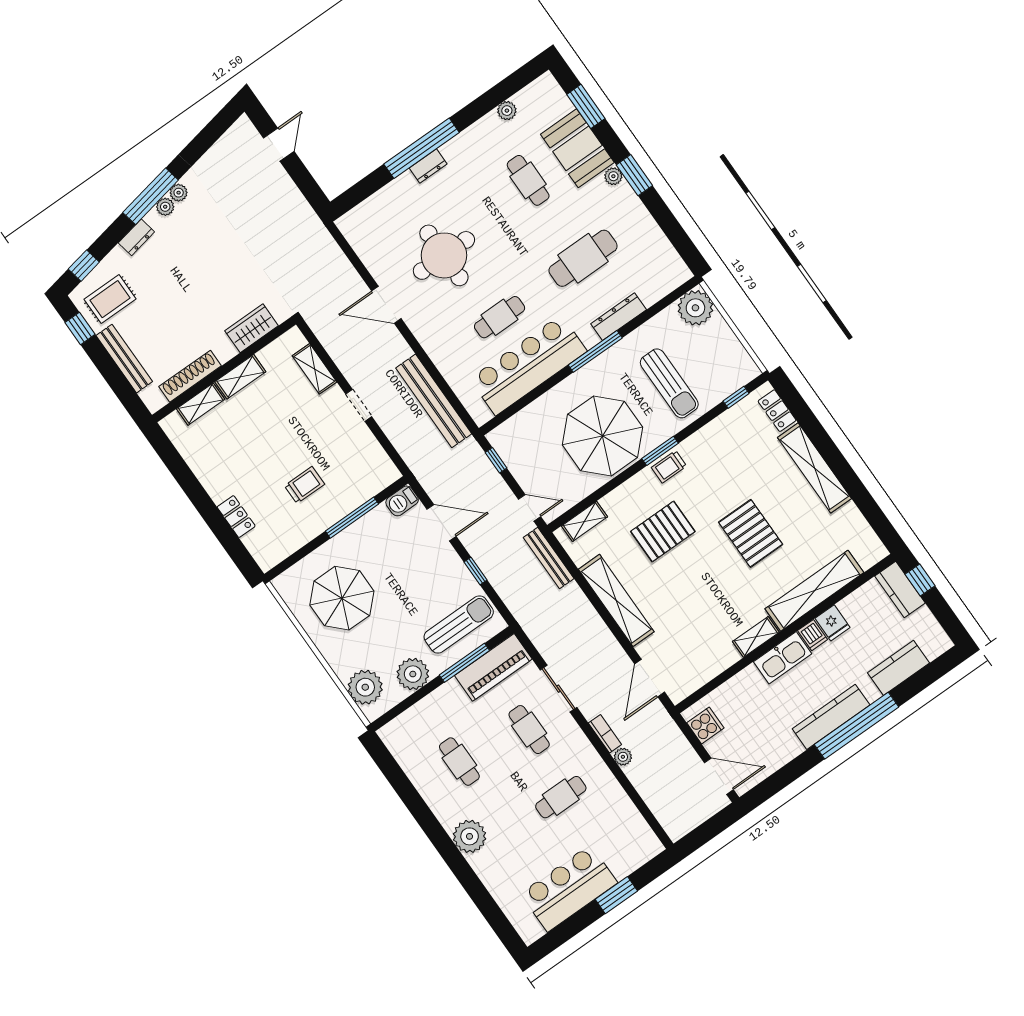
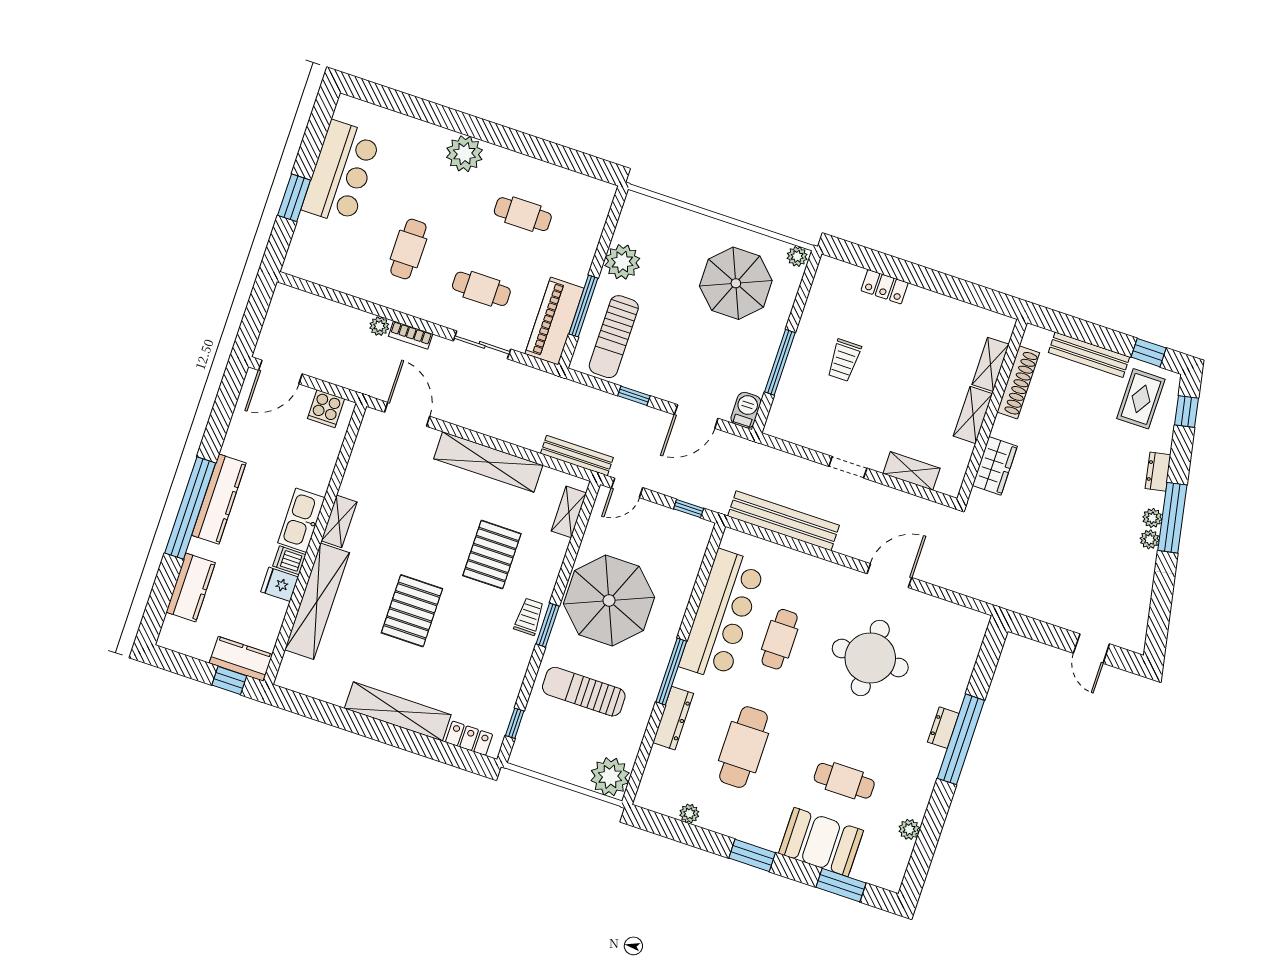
plant: (613, 176) -> (689, 814), moved
pallet: (751, 533) -> (412, 611), turned 90
plant: (365, 687) -> (797, 256), moved, width x0.53, depth x0.53

